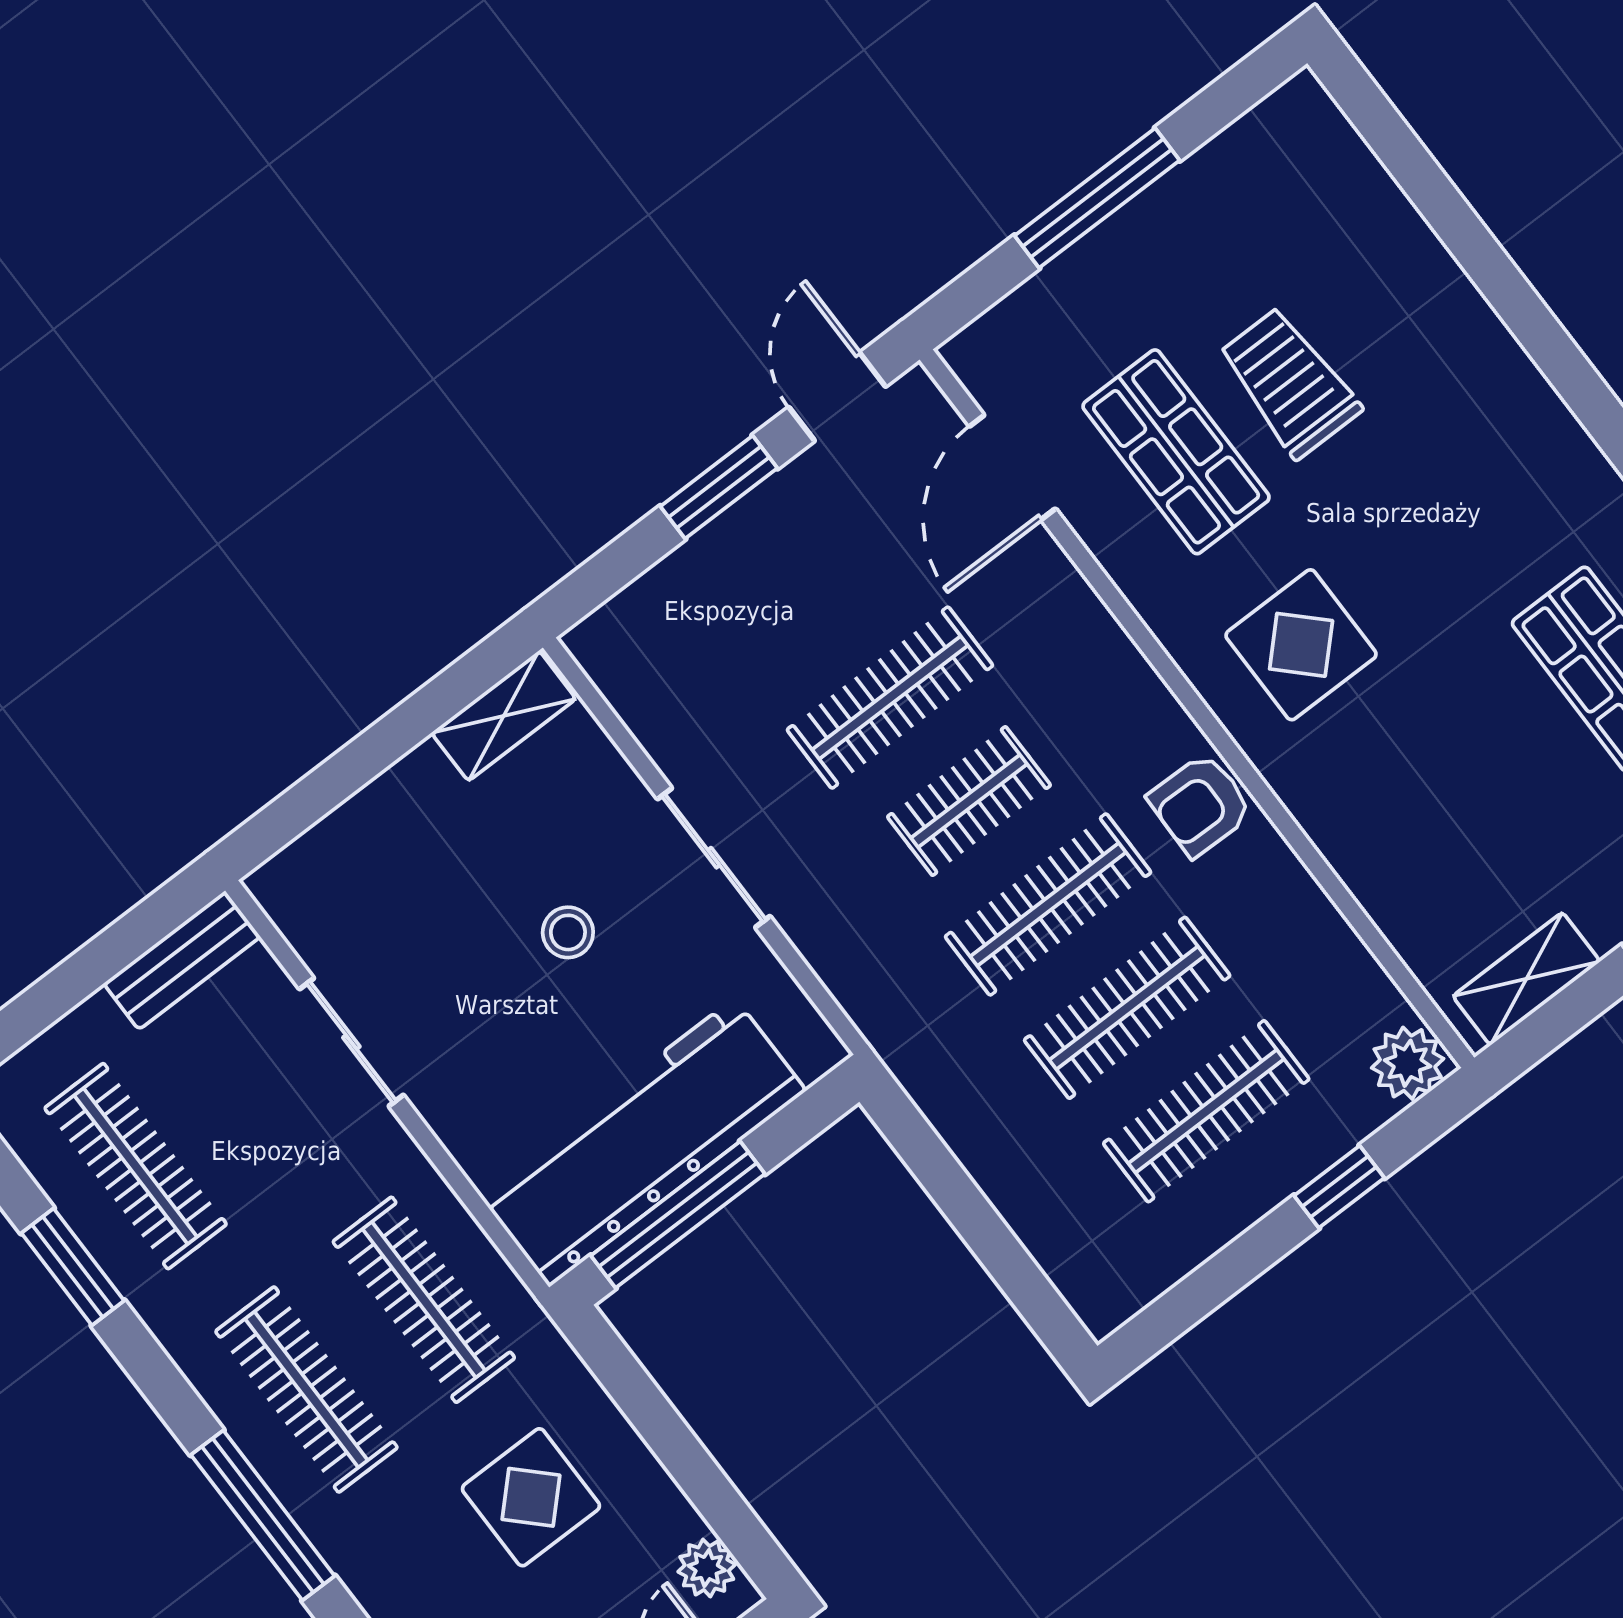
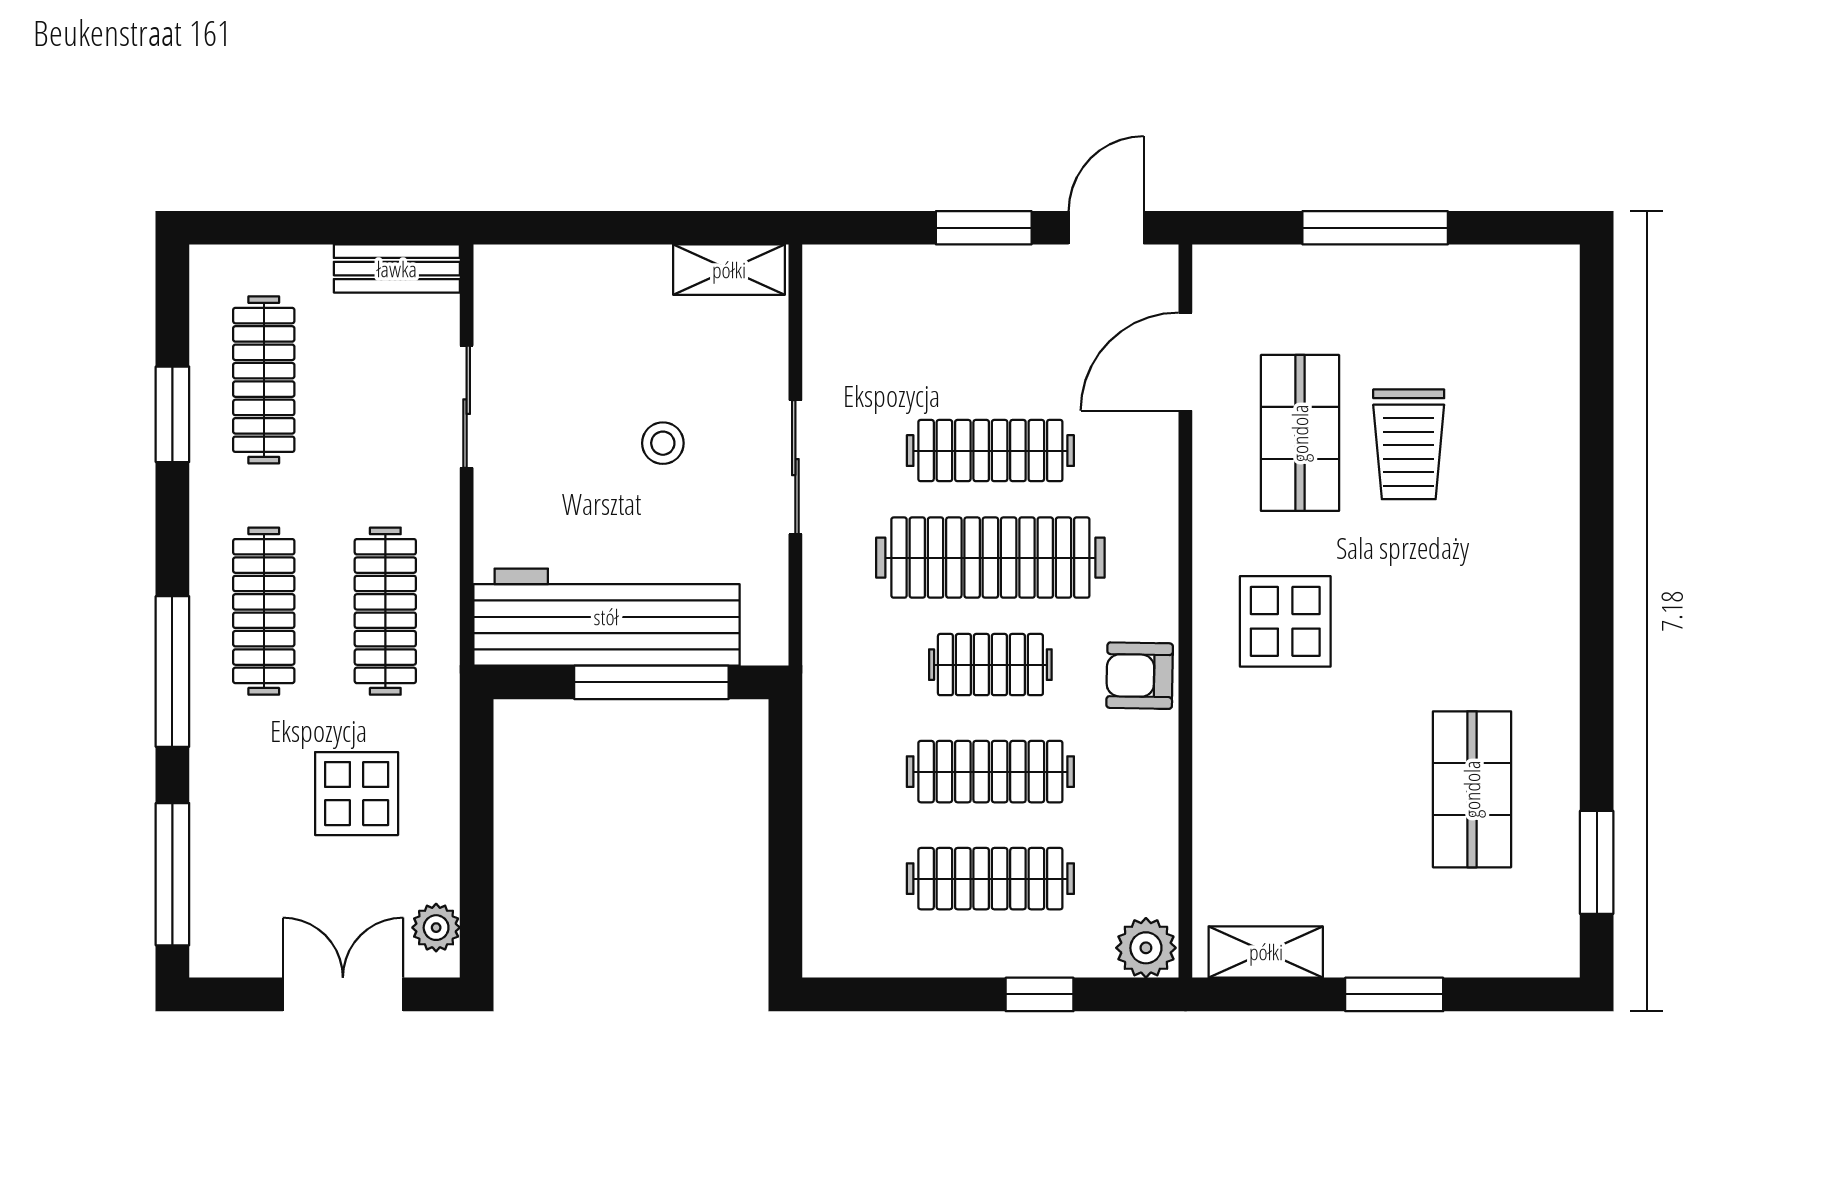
trolley: (1290, 382) -> (1409, 444), turned 180
clothes rail: (969, 801) -> (990, 558), width x1.86, depth x1.31
clothes rail: (1048, 904) -> (990, 665), width x0.73
window: (678, 1215) -> (651, 682), moved

